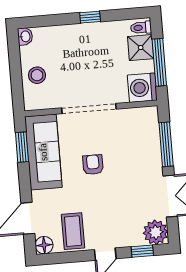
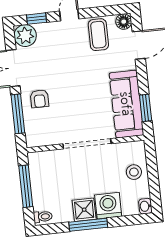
window: (90, 17) -> (88, 225), width x2.17
shower: (141, 48) -> (84, 210), moved
washing machine: (142, 88) -> (108, 206), moved, turned -90
armchair: (93, 165) -> (39, 99), moved

